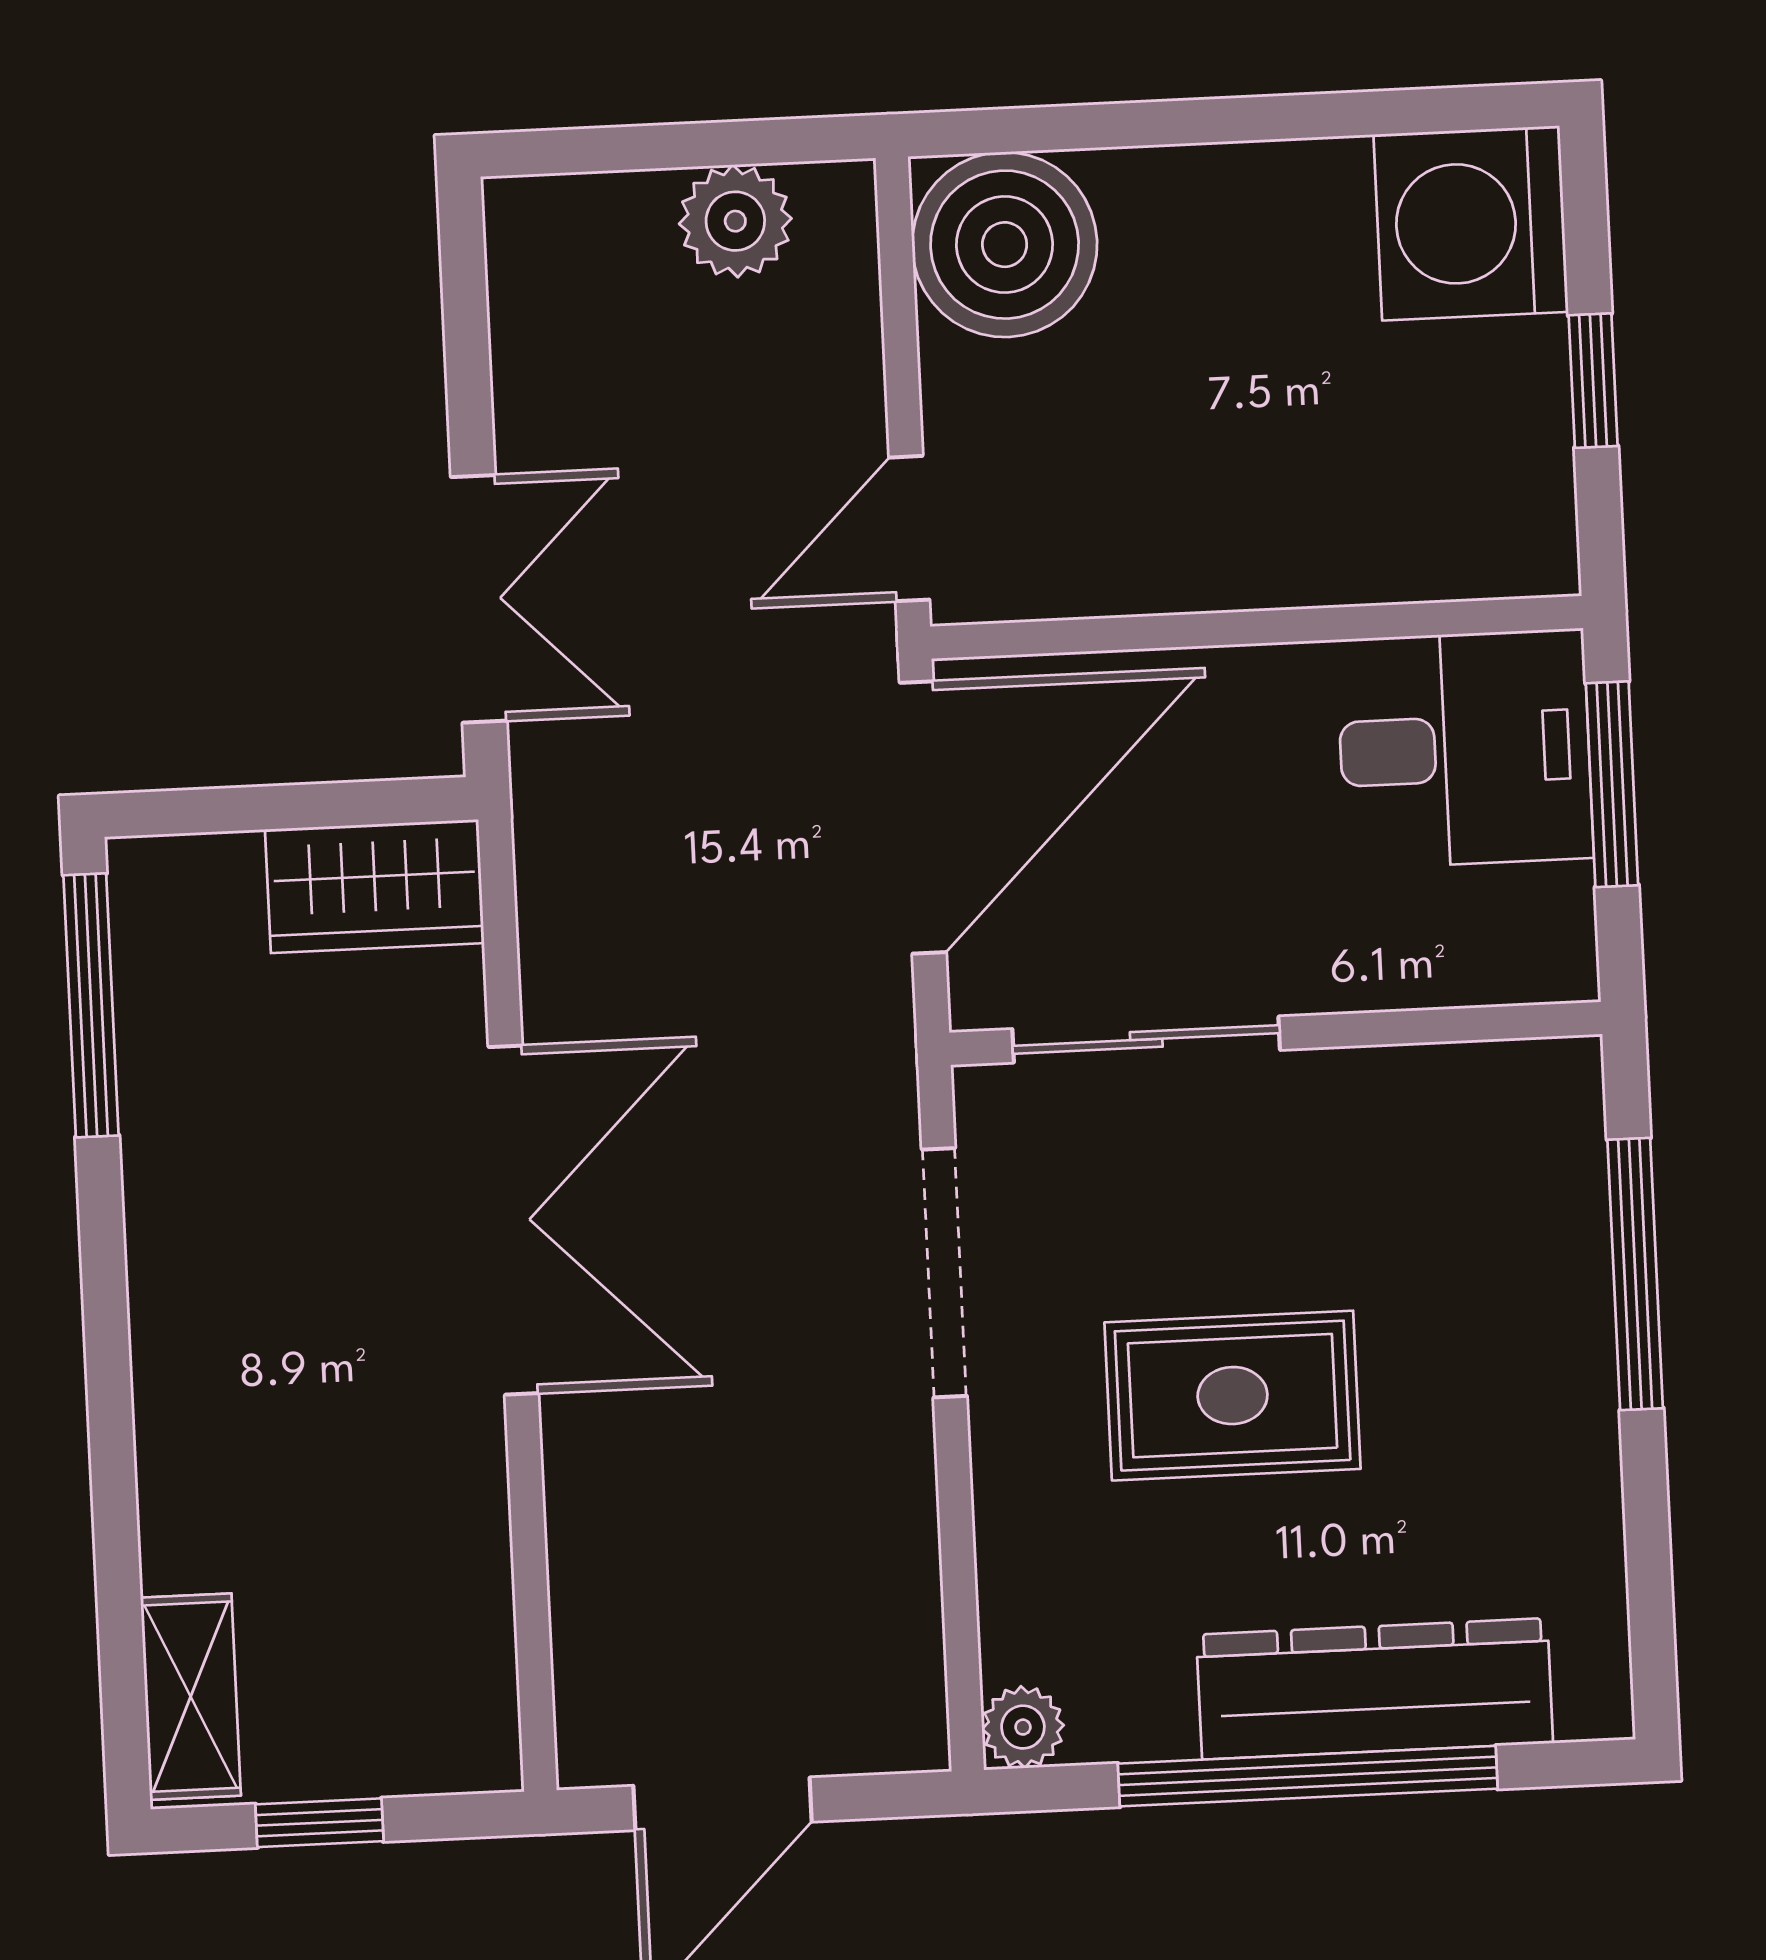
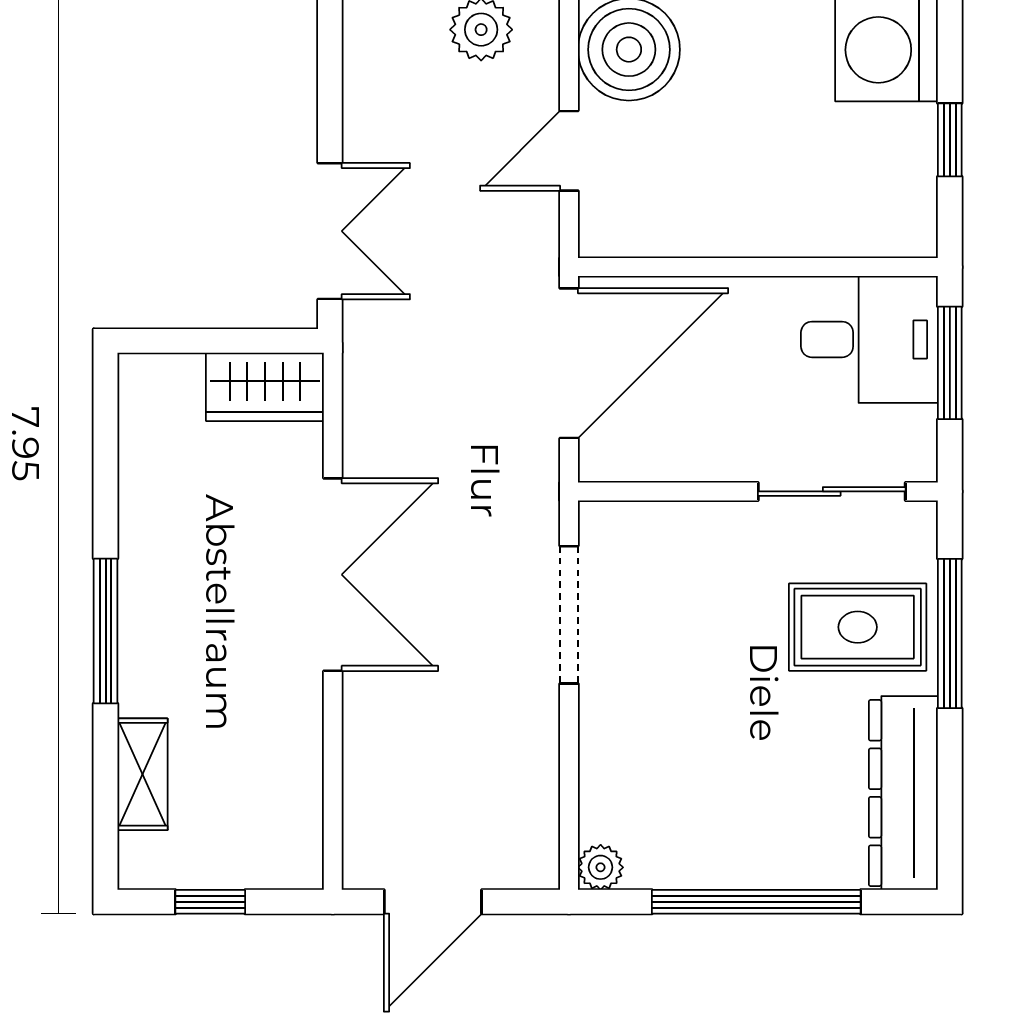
door: (909, 529) -> (569, 151), moved
window: (91, 1005) -> (106, 631), moved
sliding door: (1146, 1039) -> (832, 491), moved
rug: (1233, 1396) -> (858, 627), moved
dresser: (1375, 1689) -> (903, 793), moved, turned -90
shelving: (191, 1697) -> (142, 774), moved

